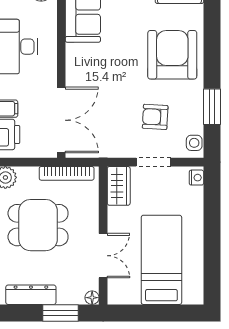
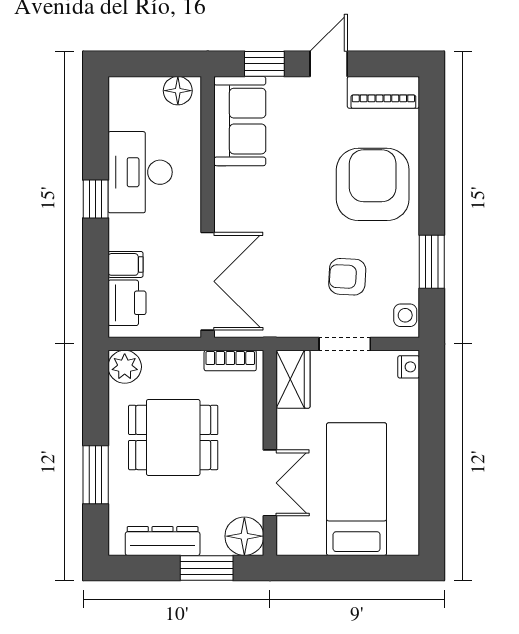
bookcase: (67, 173) -> (230, 361), width x0.64
floor lamp: (92, 298) -> (244, 536), width x1.89, depth x1.89

